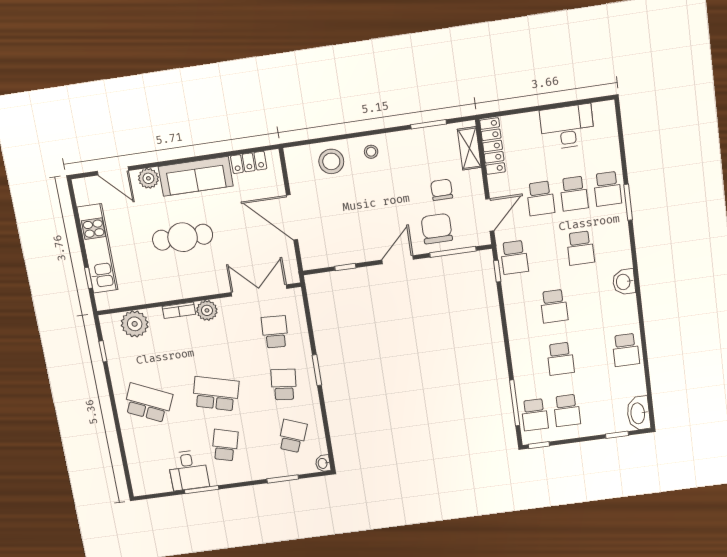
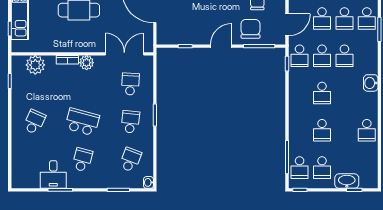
school desk: (547, 253) -> (322, 56), added
school desk: (148, 403) -> (34, 122), width x0.54
washbasin: (638, 413) -> (347, 181), moved, turned 90

